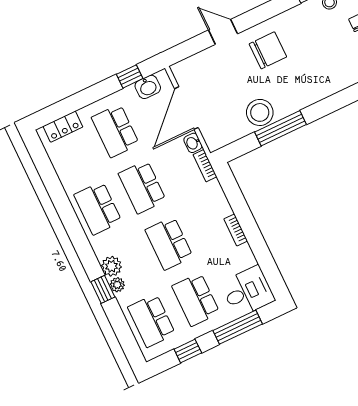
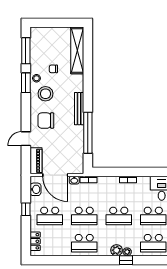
chair: (268, 50) -> (46, 121), turned -90
piano: (195, 66) -> (36, 161), added
window: (130, 76) -> (26, 209), moved
bench: (313, 95) -> (79, 109), added
stool: (260, 112) -> (46, 94), moved
window: (281, 128) -> (88, 133), width x1.46

